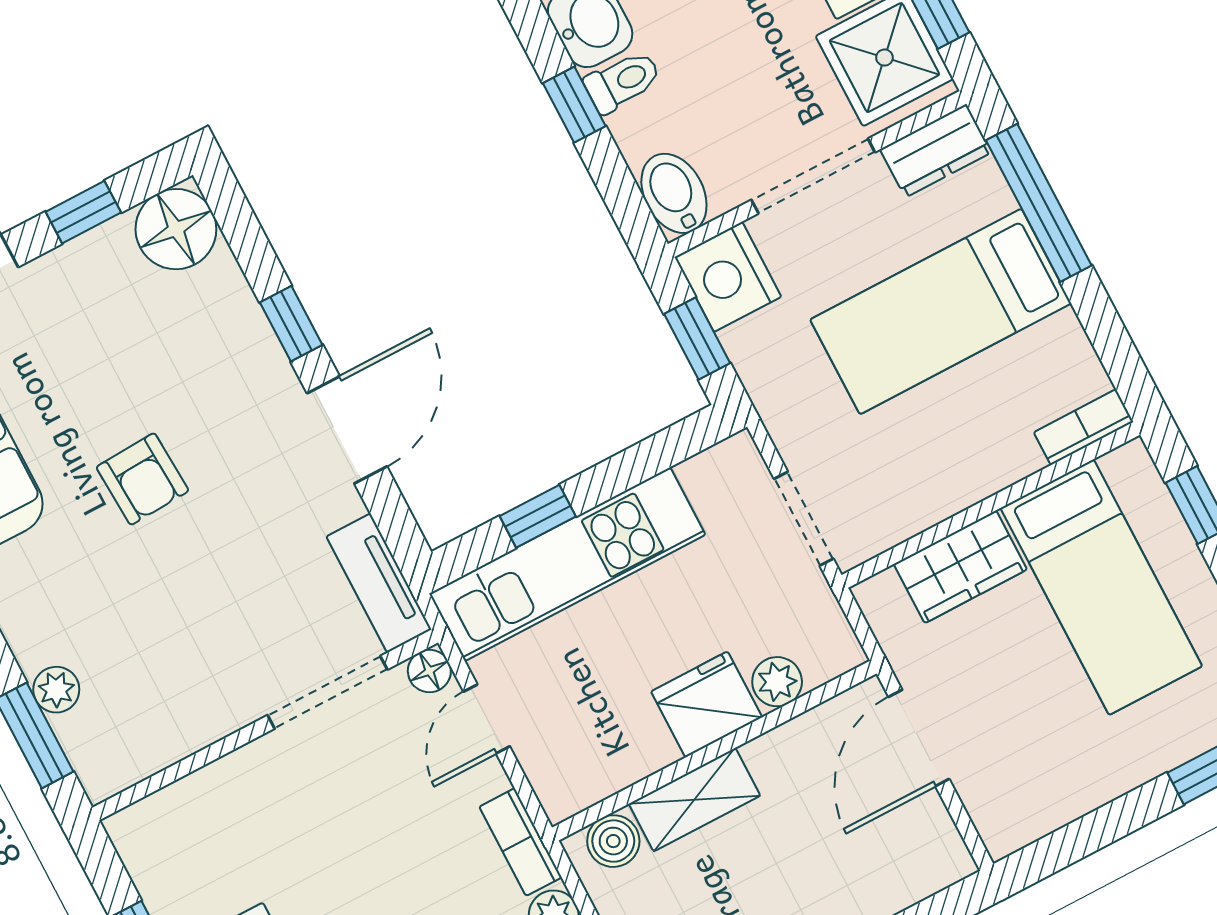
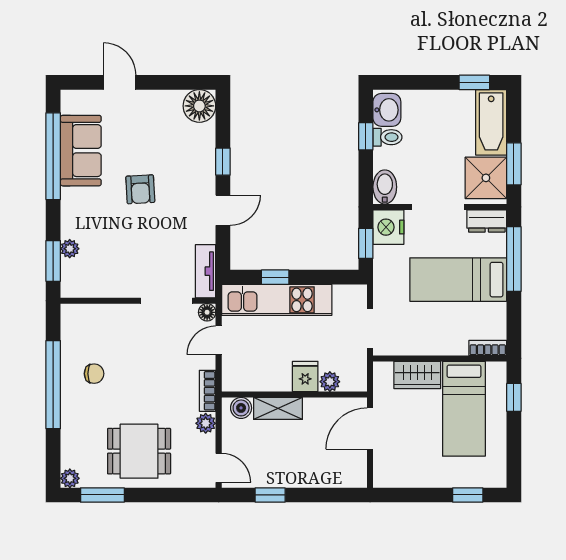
window: (83, 212) -> (169, 82), removed
door: (347, 430) -> (223, 210), width x0.73
fridge: (707, 704) -> (305, 376), width x0.72

